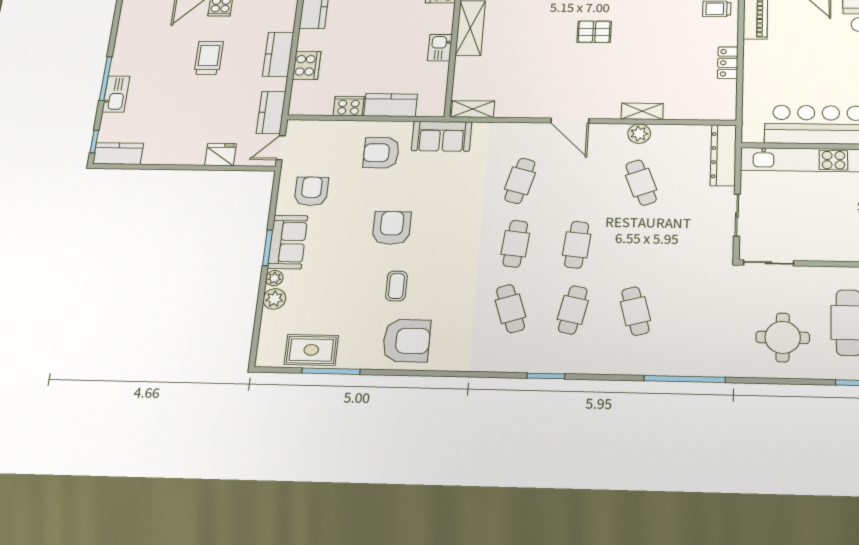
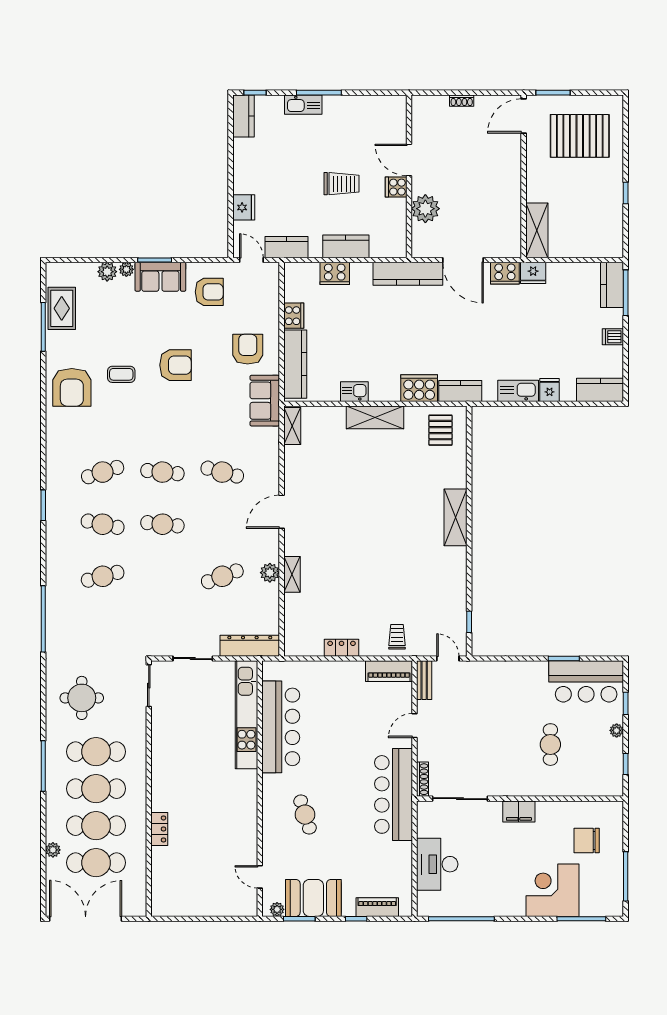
pallet: (594, 32) -> (372, 529), removed
kitchen counter: (391, 105) -> (295, 364), width x1.50

